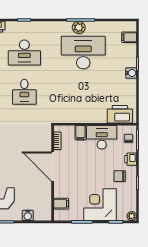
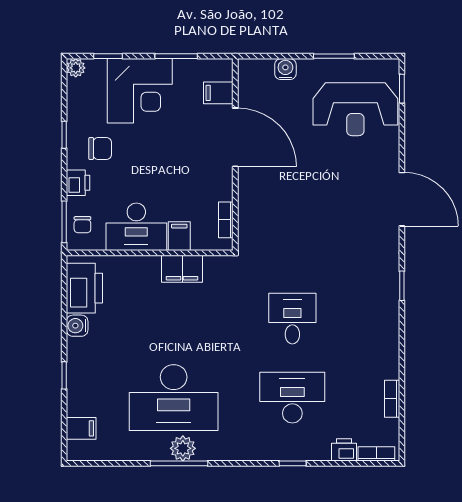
water cooler: (131, 73) -> (77, 326), moved
printer: (120, 114) -> (84, 288), moved, turned -90
filing cabinet: (79, 116) -> (182, 269), added
door: (53, 167) -> (235, 137), moved

